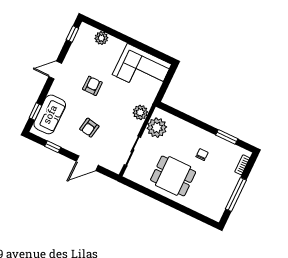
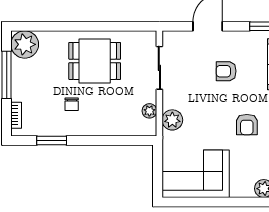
armchair: (89, 128) -> (226, 71), turned -100
plant: (157, 128) -> (149, 111), width x0.53, depth x0.53
plant: (214, 209) -> (25, 44), added

